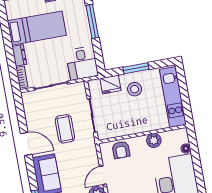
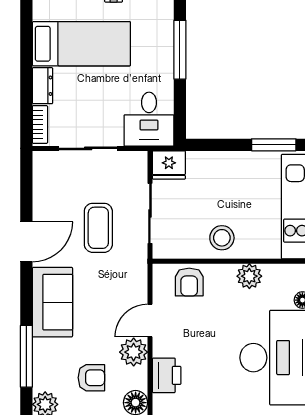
window: (136, 68) -> (274, 145), moved
fridge: (110, 84) -> (169, 165), moved
stool: (135, 89) -> (222, 238), moved
door: (26, 144) -> (26, 242), hinge flipped

